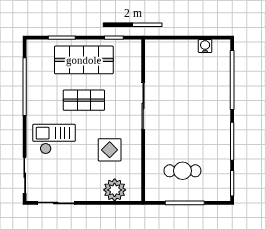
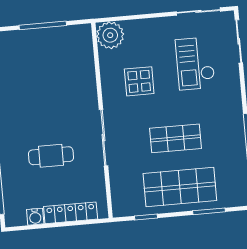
locker: (176, 47) -> (71, 213), added
checkout: (54, 139) -> (195, 63), moved, turned 90
cafe table: (182, 171) -> (51, 156), moved
plant: (115, 190) -> (110, 35), moved

